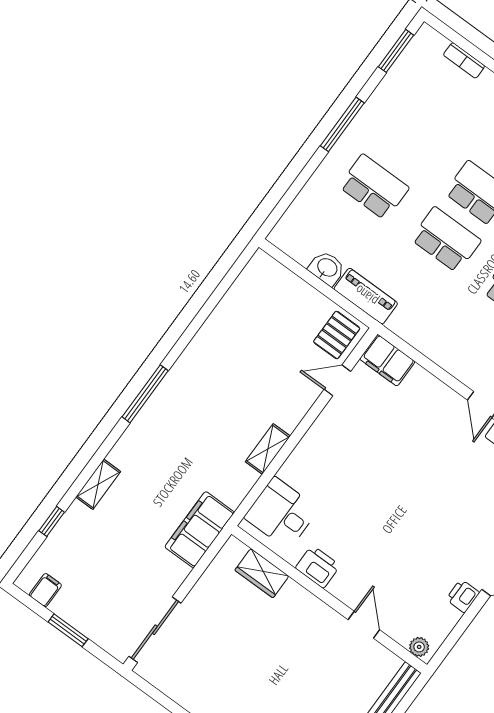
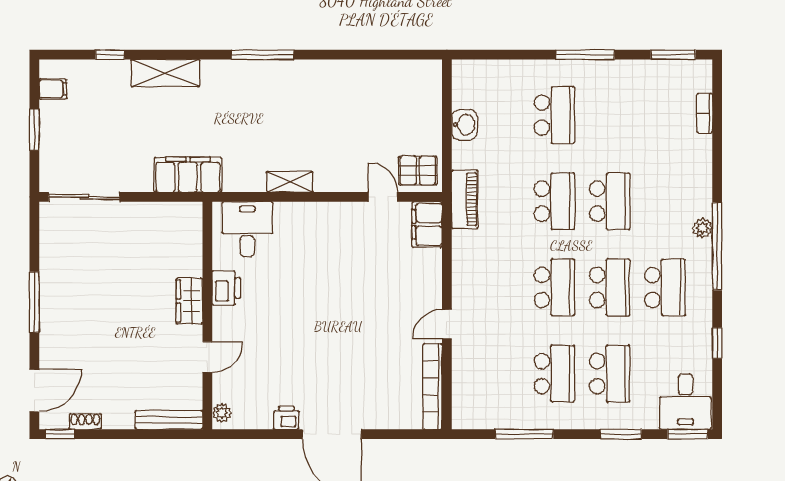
piano: (366, 296) -> (465, 199), moved
shelving: (98, 484) -> (165, 73), width x1.50, depth x1.33
wardrobe: (262, 573) -> (189, 301), moved

